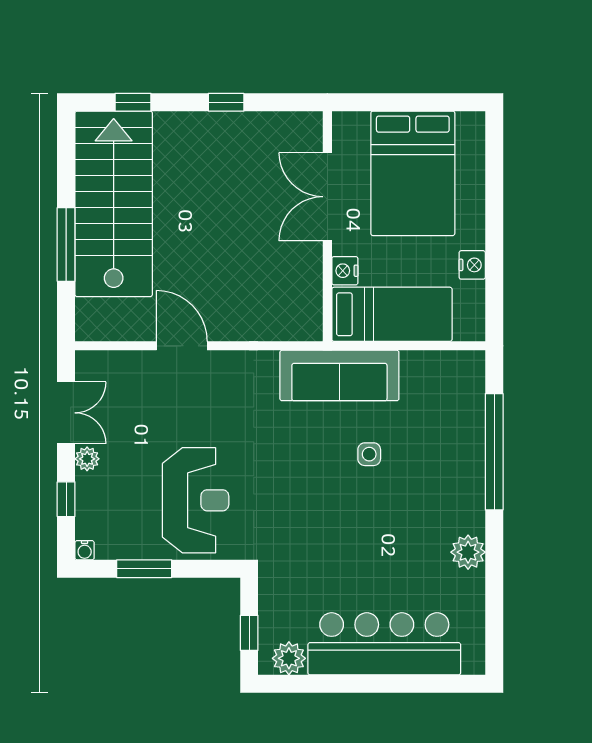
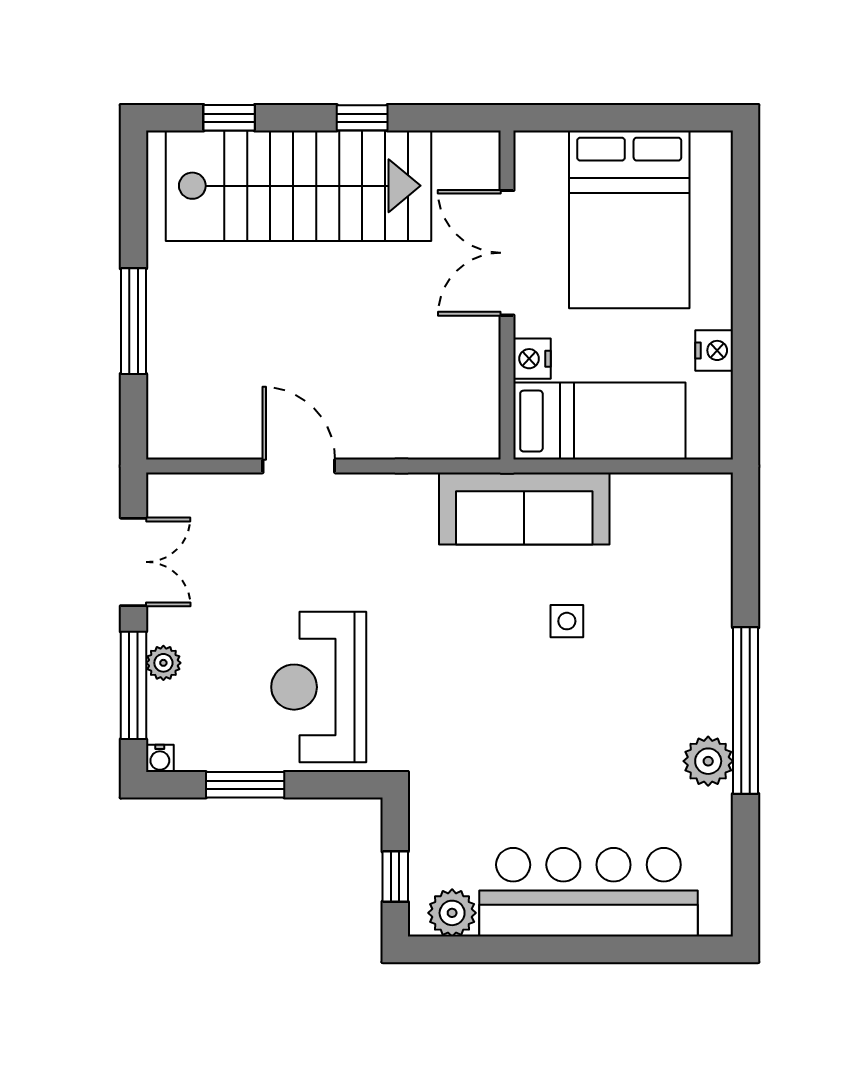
stairs: (114, 204) -> (299, 186), moved, turned 90
window: (494, 452) -> (746, 711), moved
plant: (87, 459) -> (163, 663), moved
window: (66, 499) -> (133, 685), width x2.17
reception desk: (196, 500) -> (319, 687), turned 180

